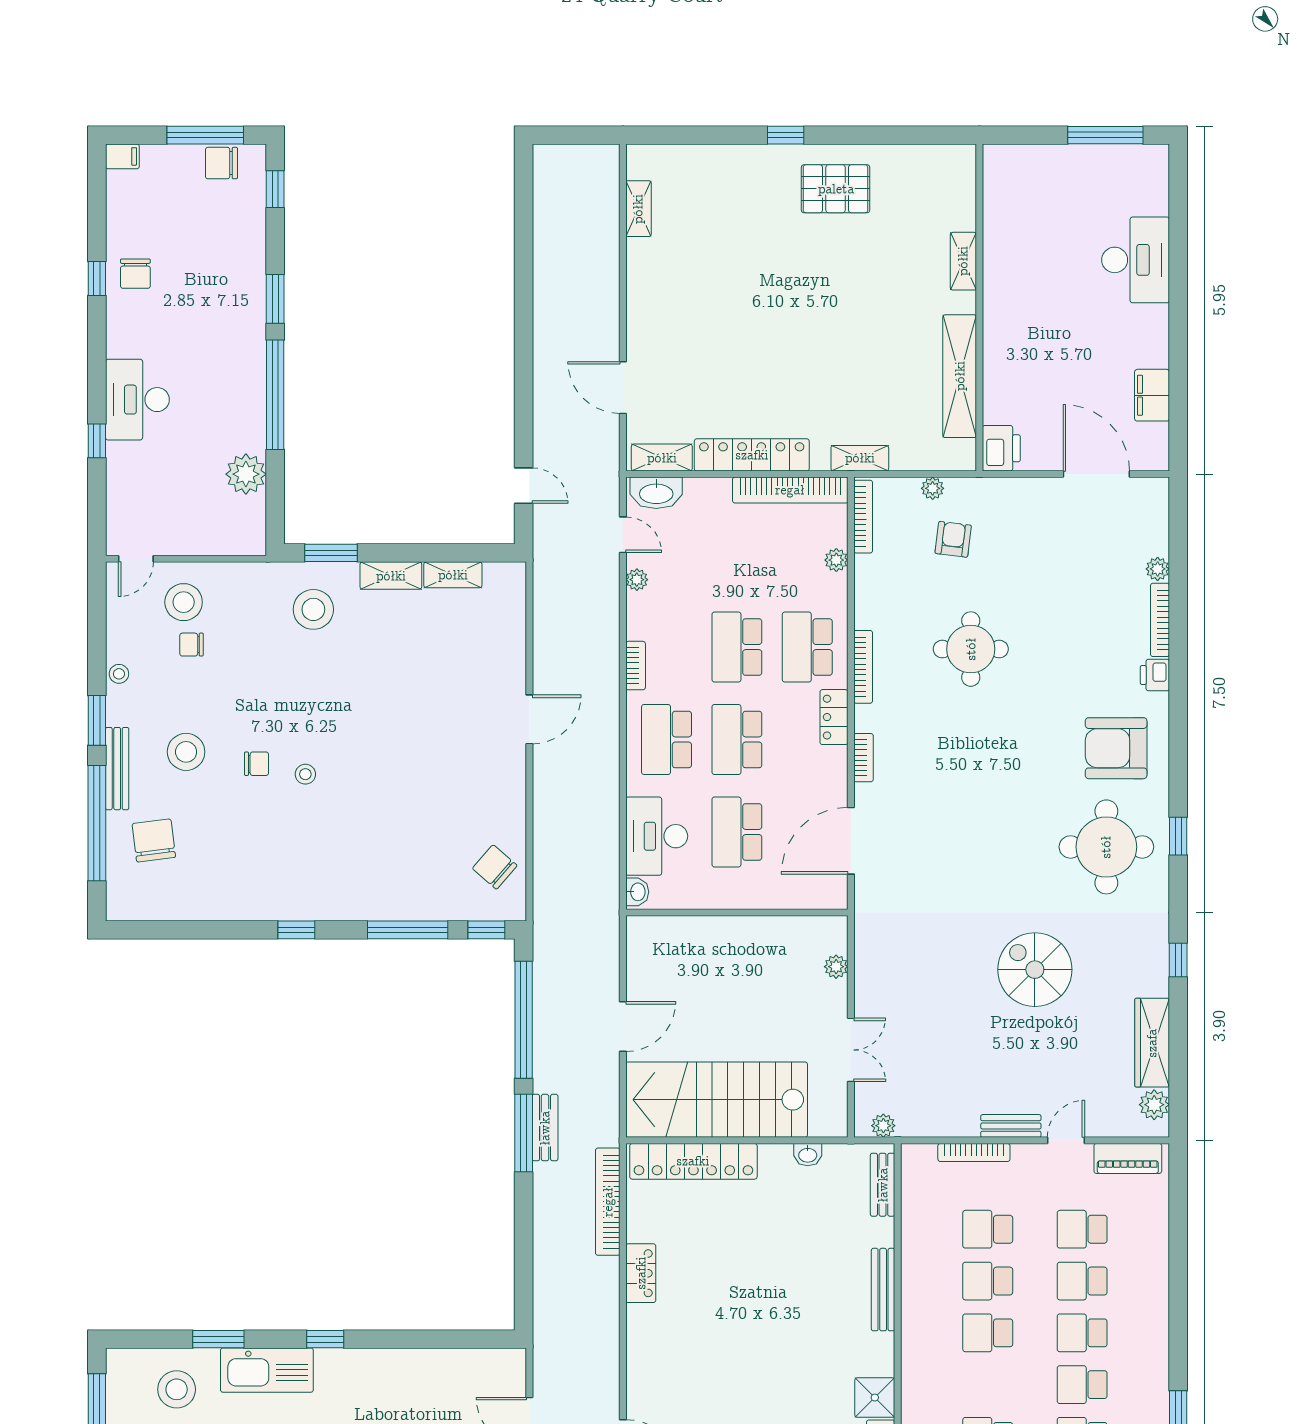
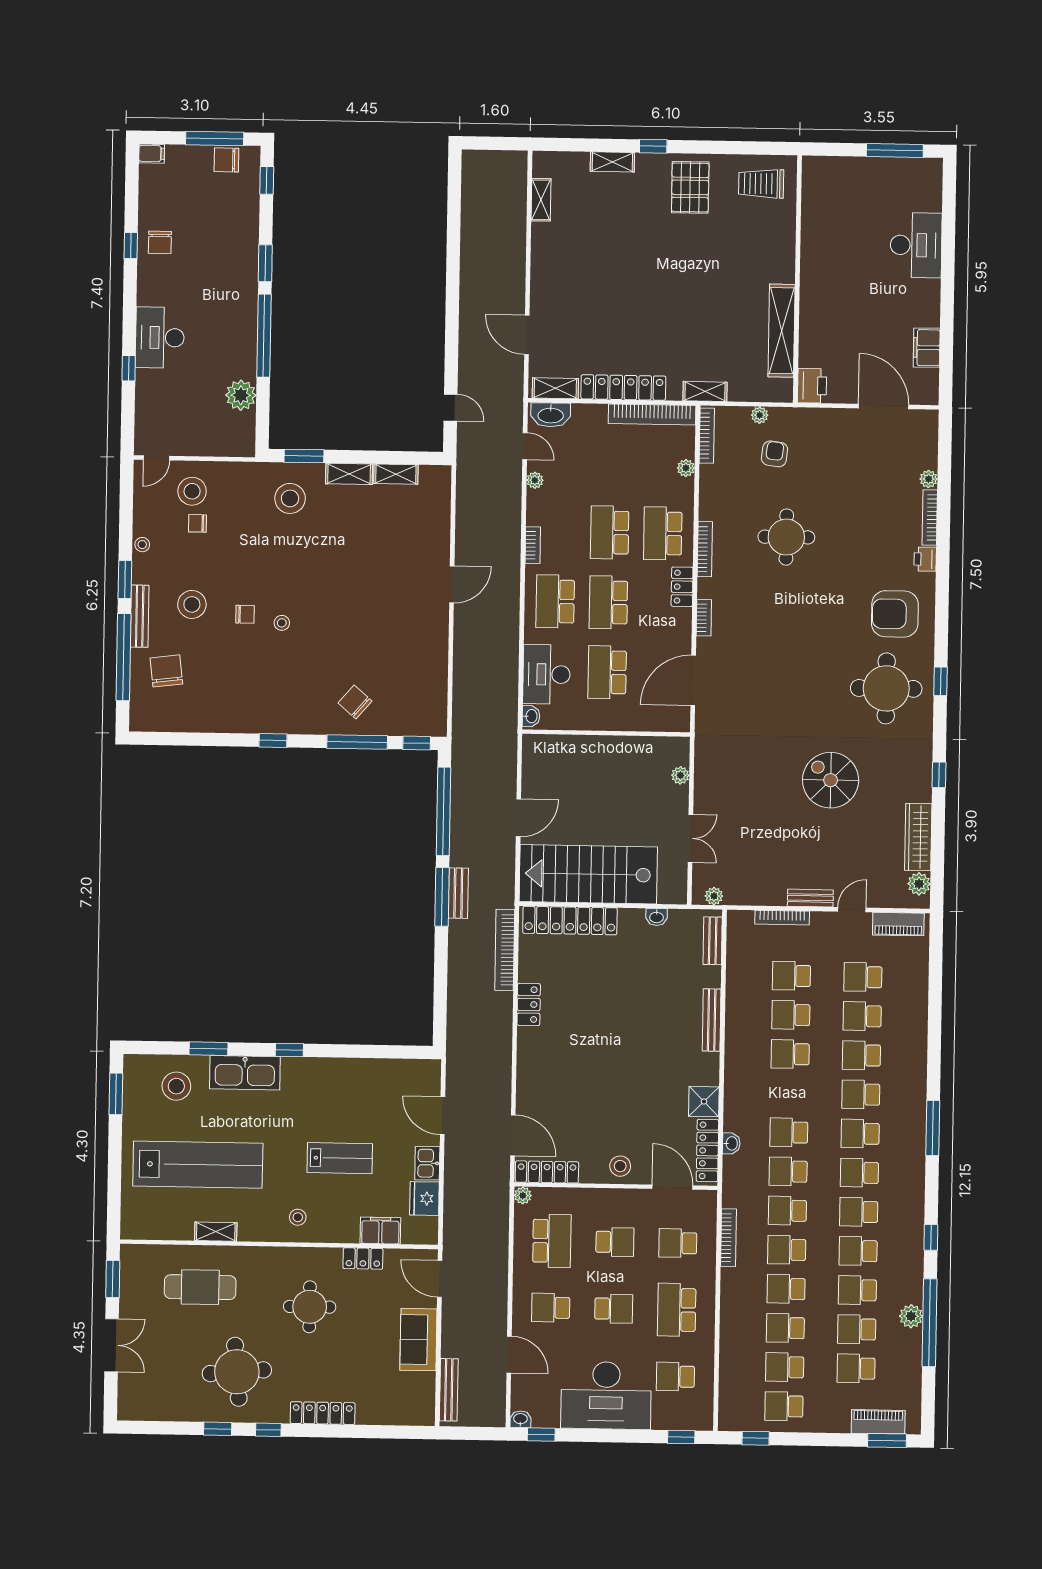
trolley: (929, 182) -> (761, 184), added
pallet: (836, 189) -> (690, 187), turned 90
shelving: (963, 261) -> (612, 162), moved, turned 90
chair: (495, 867) -> (355, 702), moved

